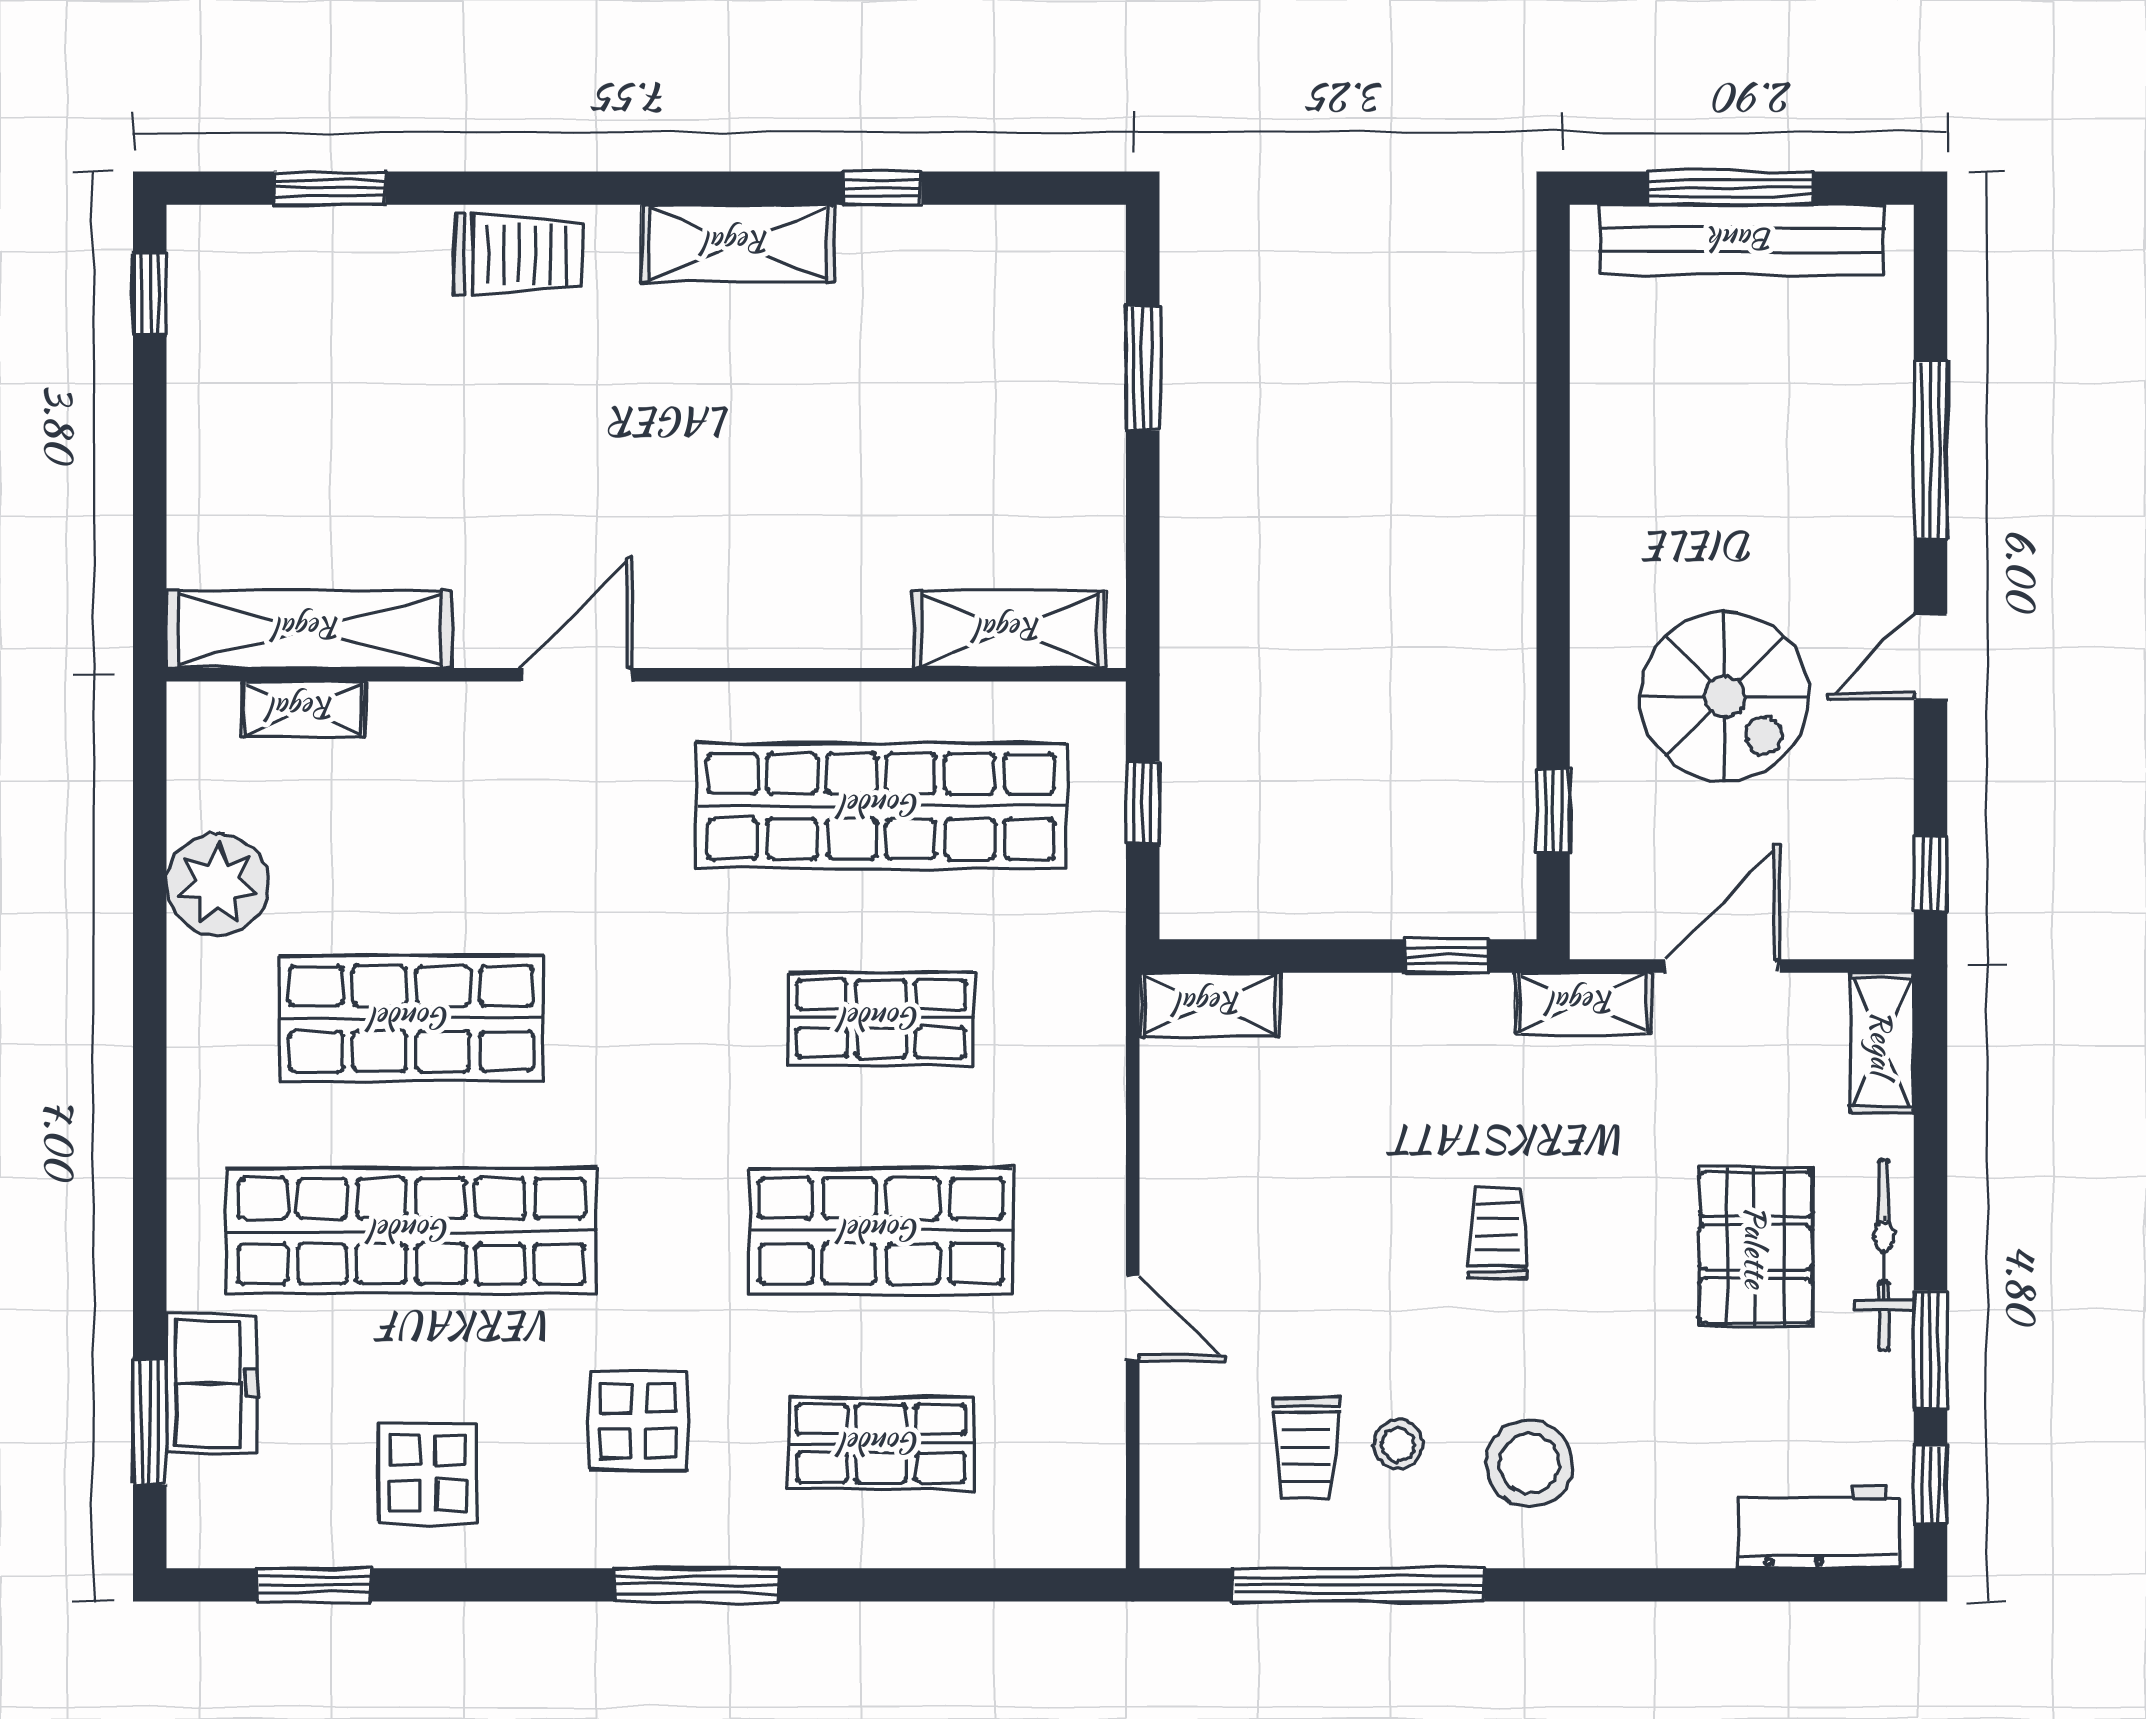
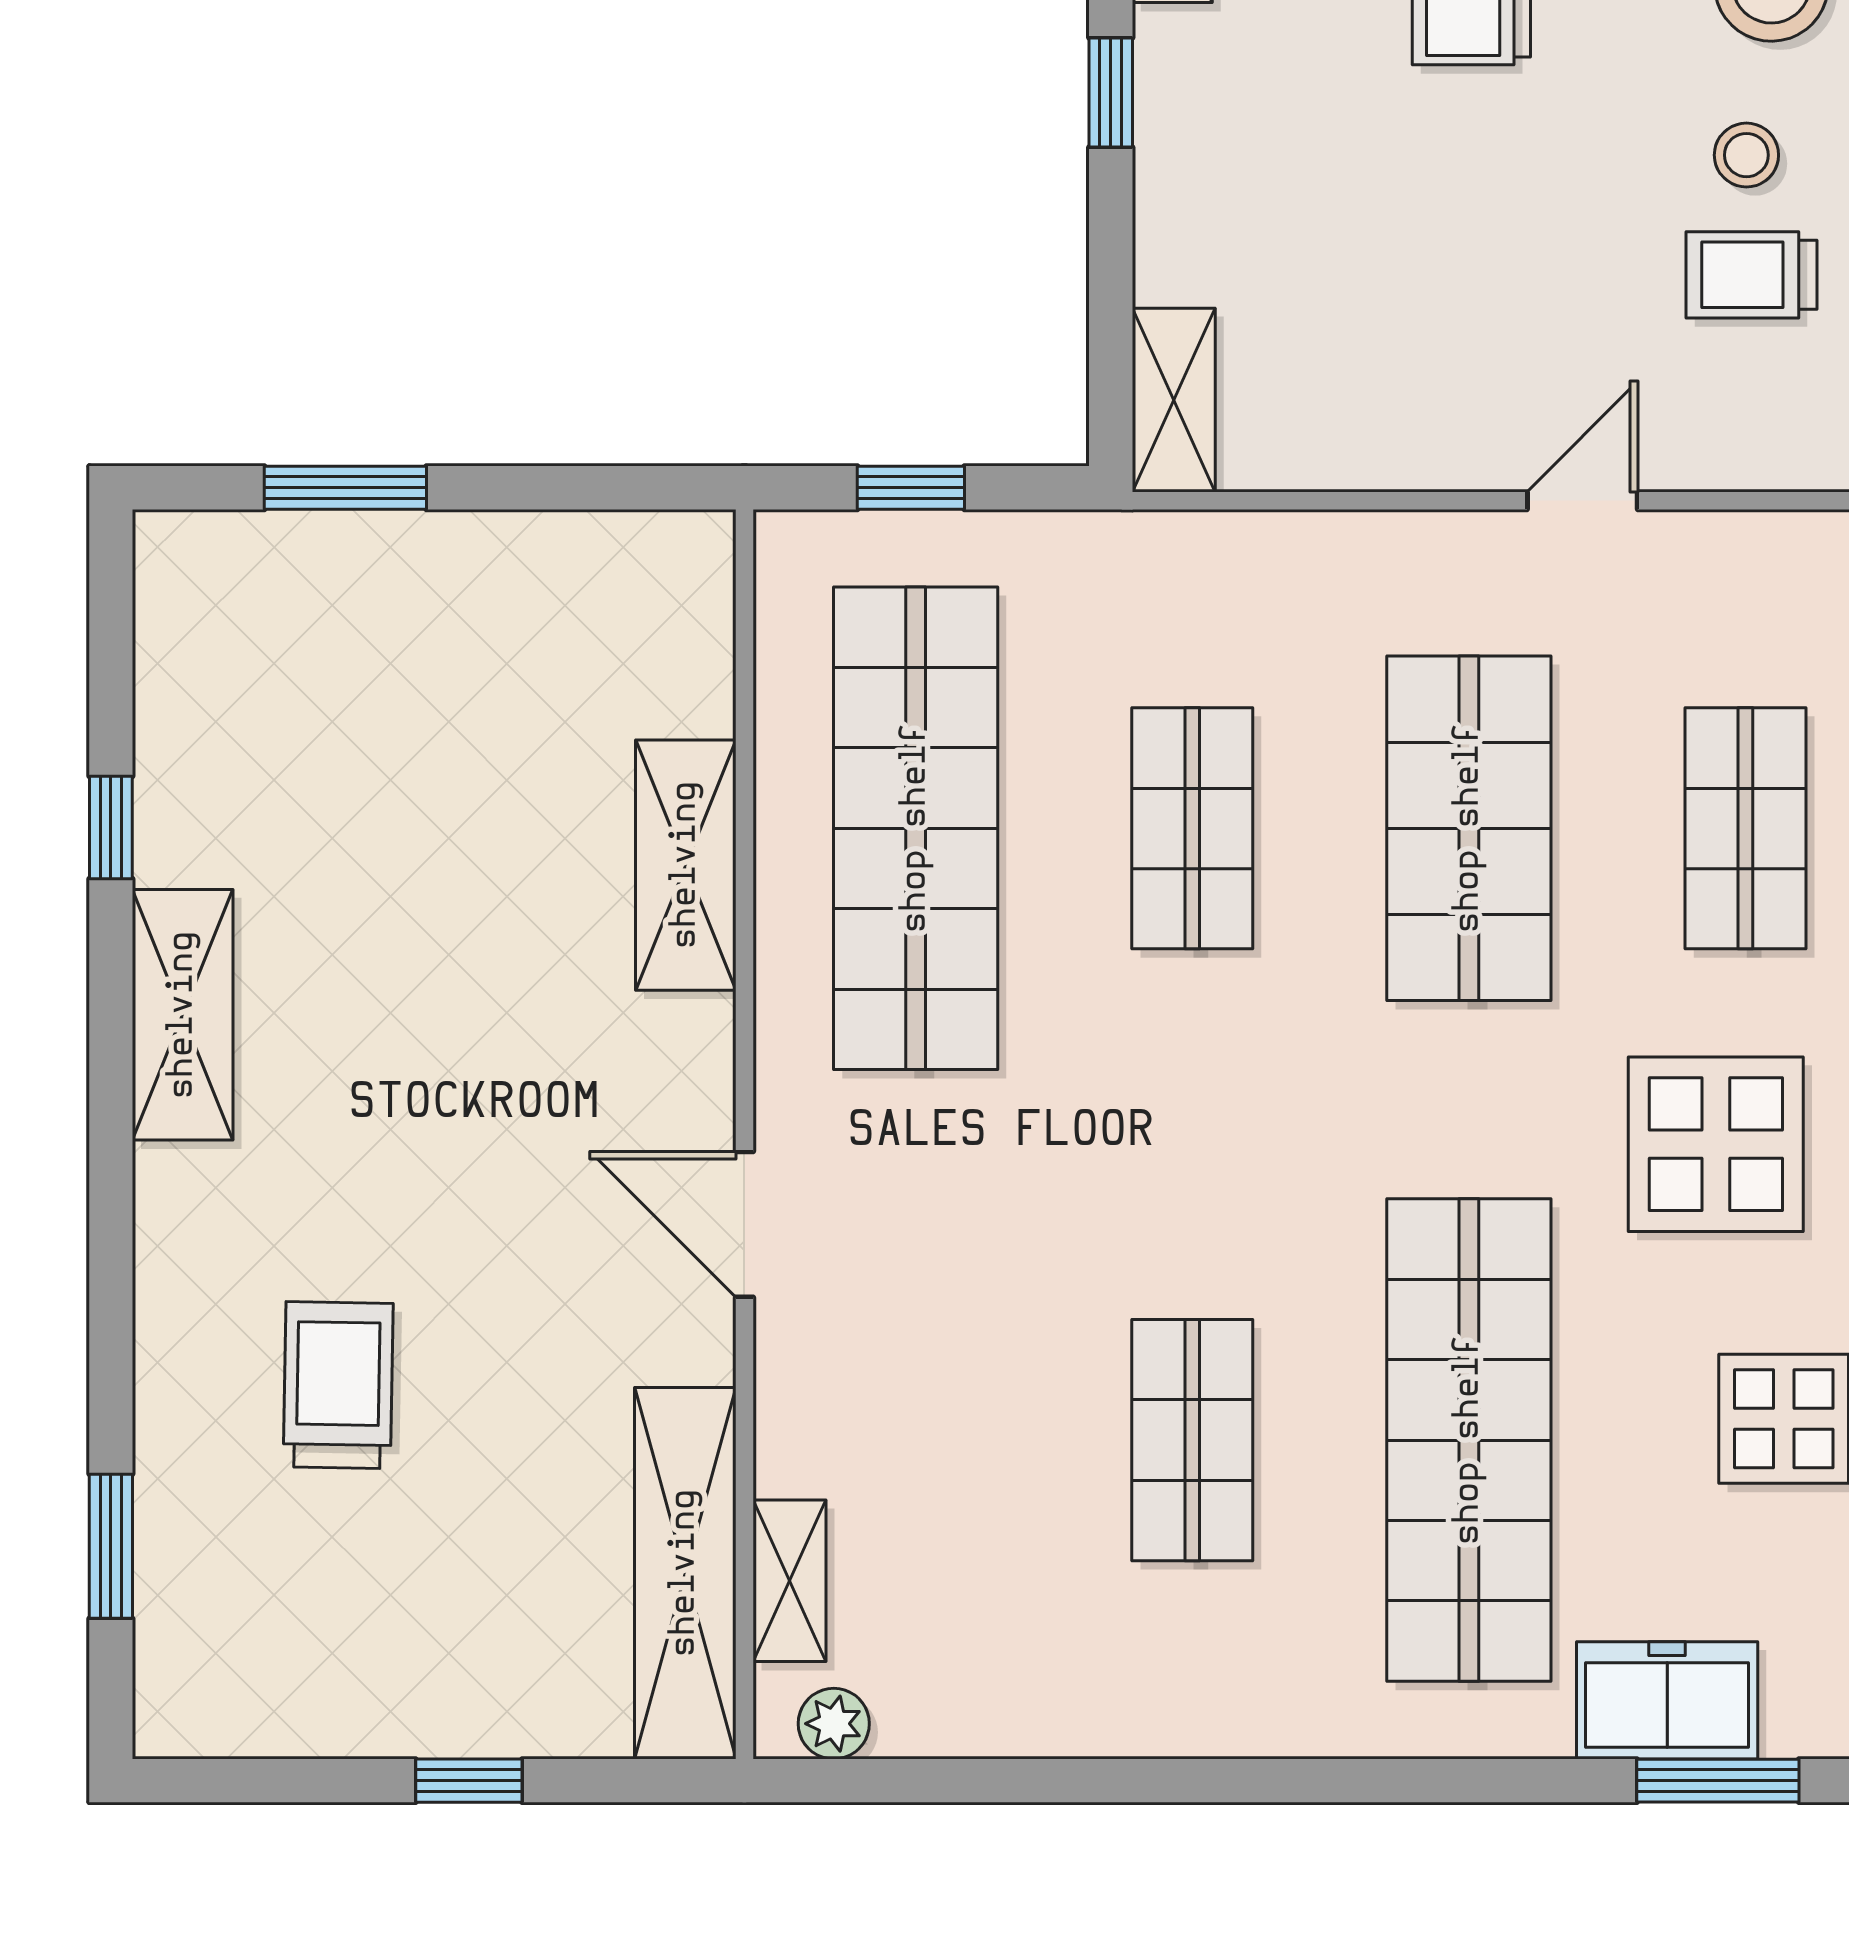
trolley: (518, 254) -> (338, 1385), moved
window: (150, 294) -> (469, 1781), moved
shelving: (1010, 630) -> (686, 865), moved
plant: (217, 884) -> (834, 1724), moved, width x0.53, depth x0.53
shop shelf: (411, 1019) -> (1192, 1440), width x0.70, depth x0.74
display table: (639, 1421) -> (1716, 1144), width x1.36, depth x1.36
trolley: (1306, 1448) -> (1752, 275), turned 180

